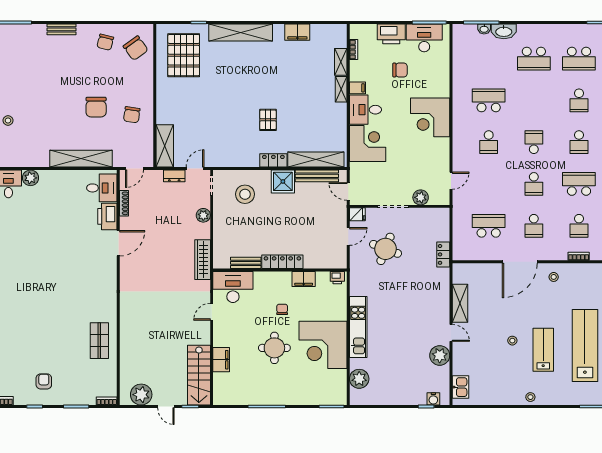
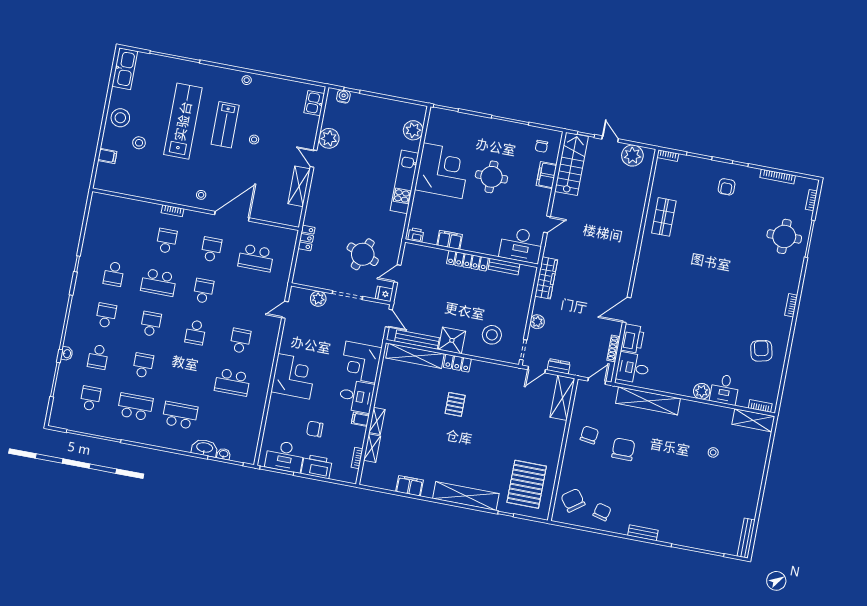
chair: (282, 309) -> (541, 146), moved
lab bench: (585, 345) -> (183, 121), turned 180

